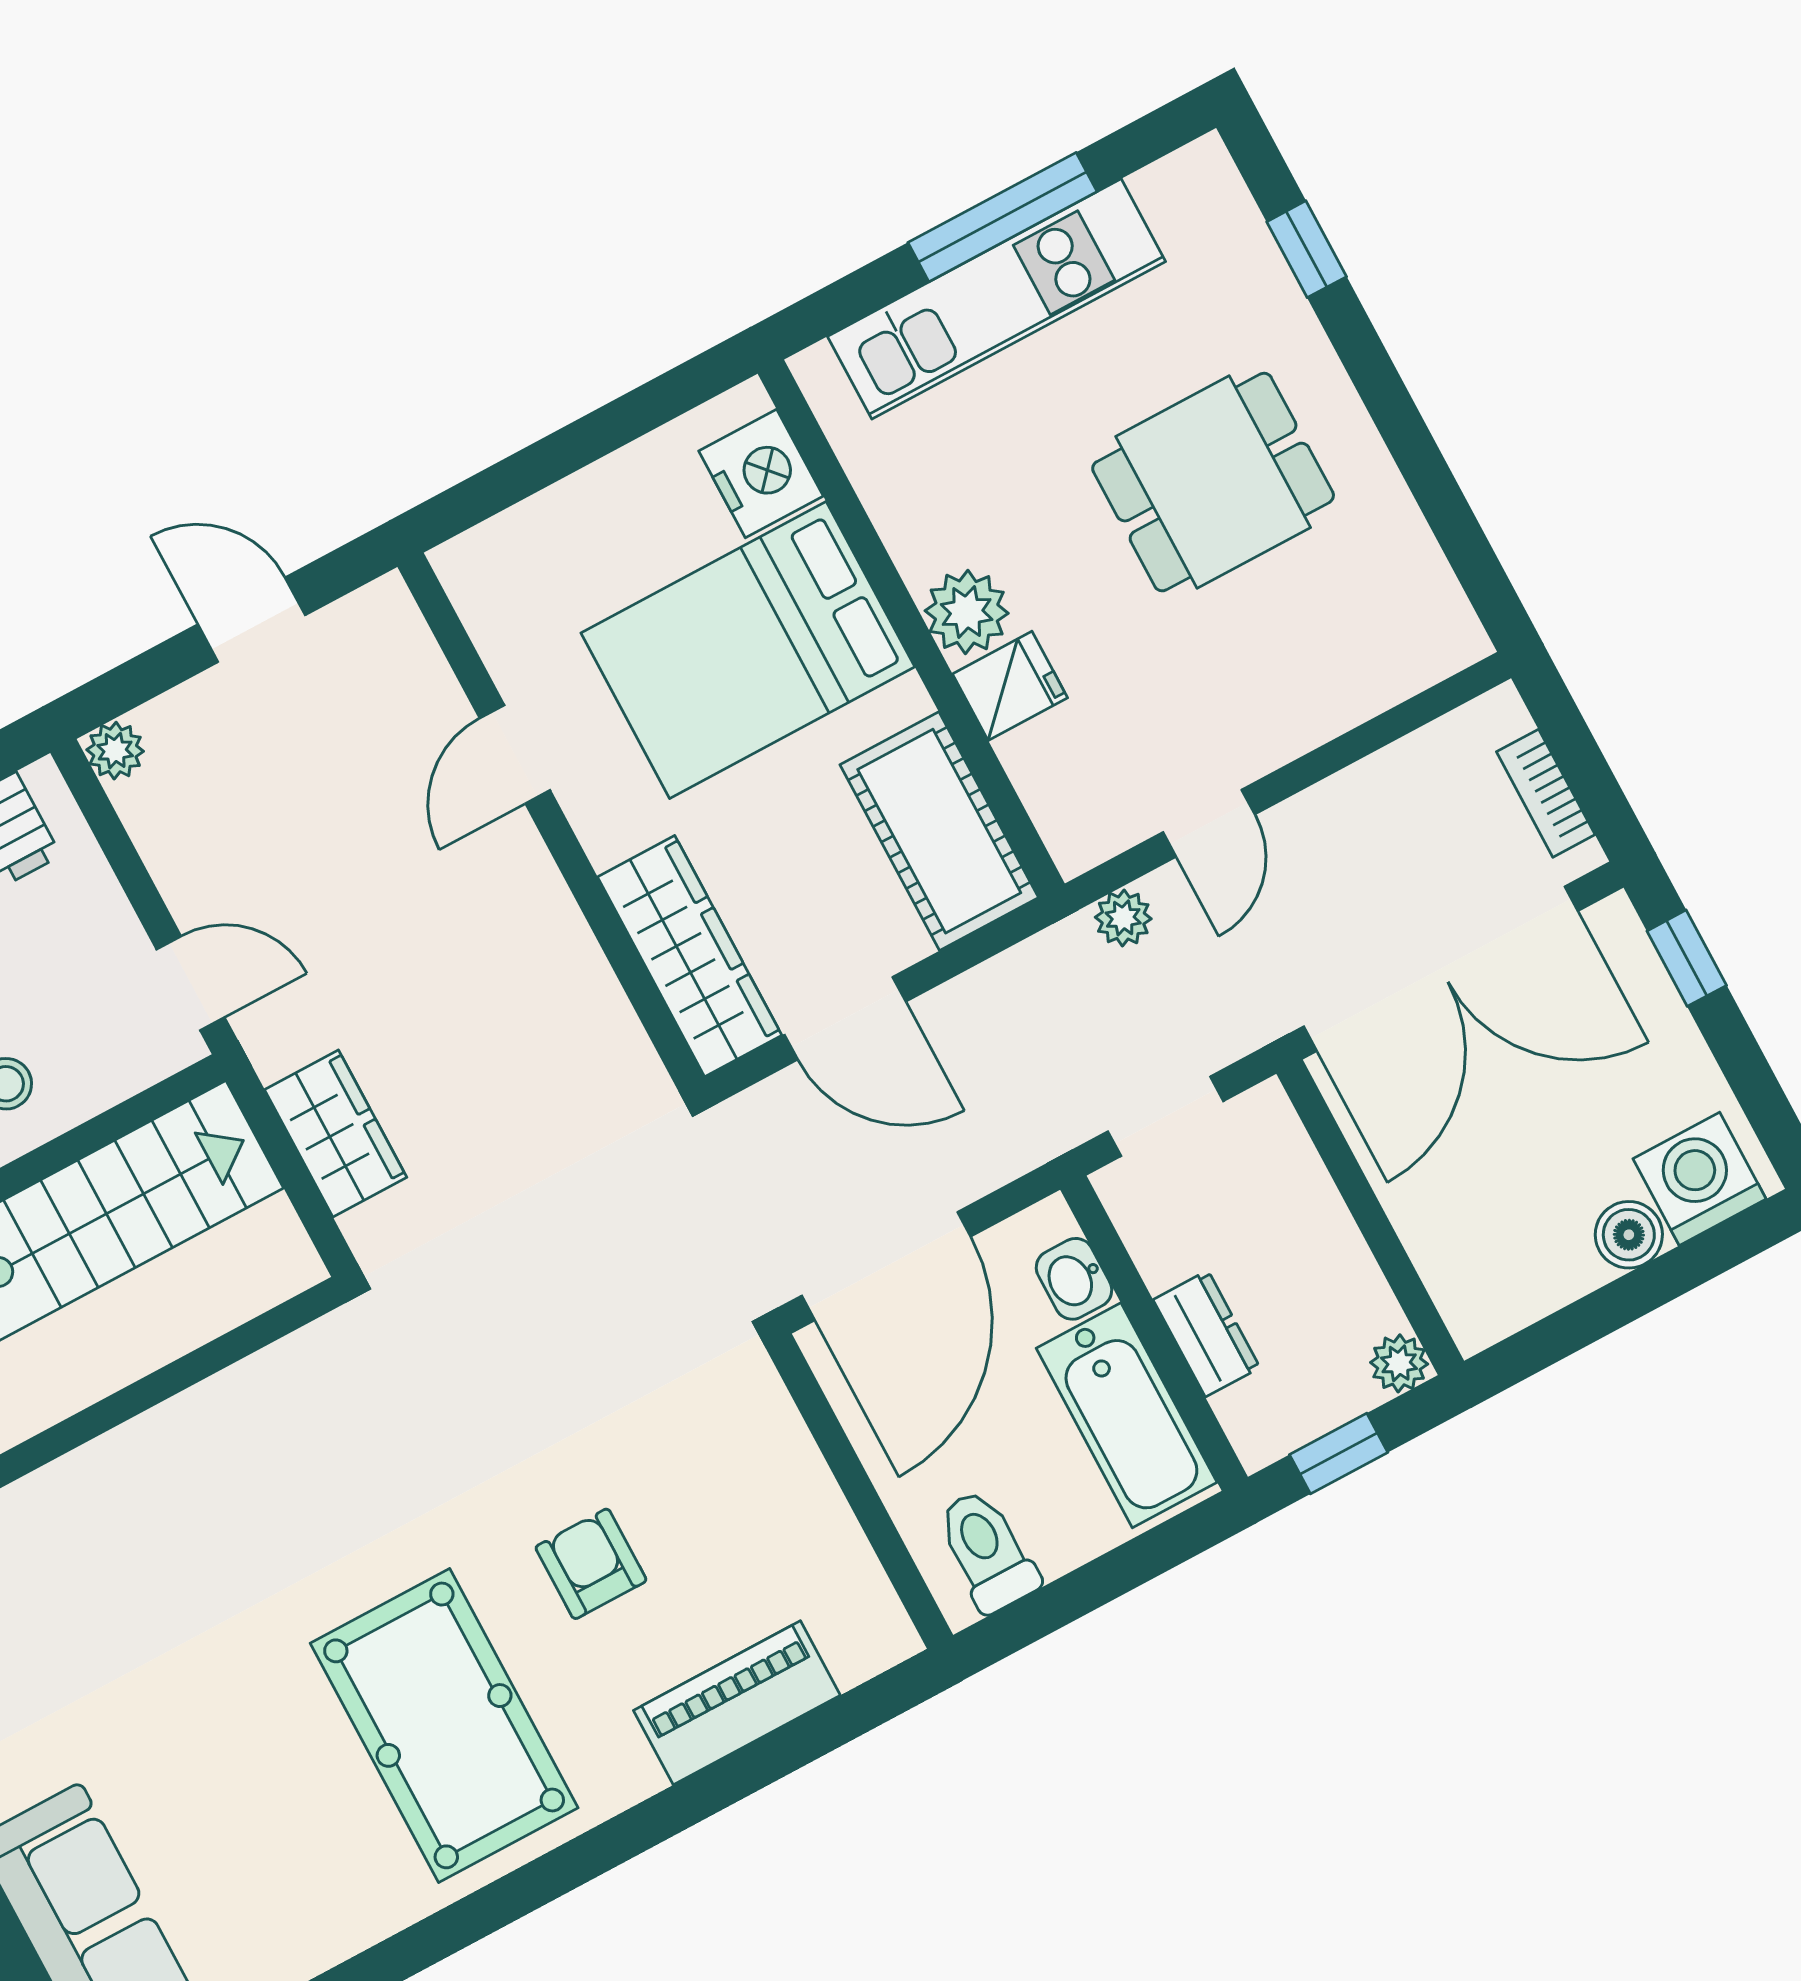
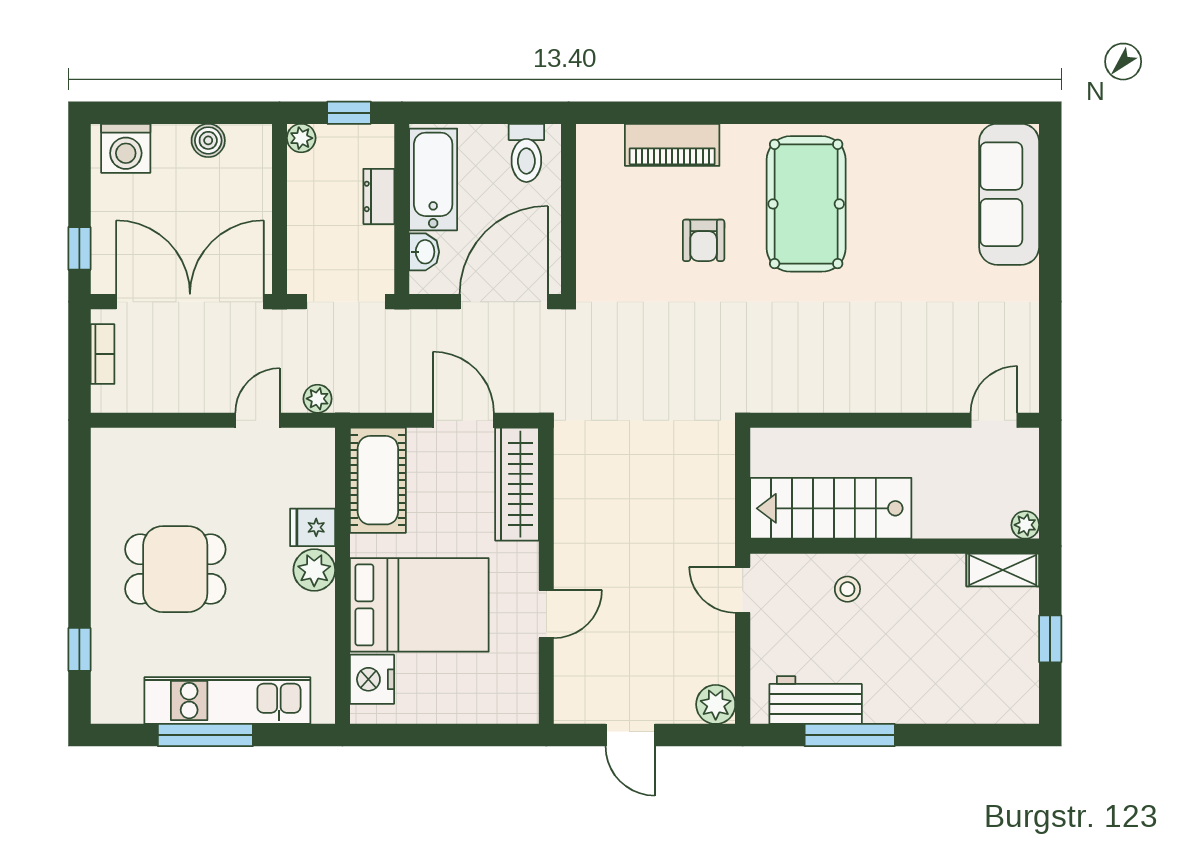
plant: (115, 751) -> (716, 704), width x1.38, depth x1.38
doorway: (1166, 1116) -> (346, 302), width x1.38
wardrobe: (336, 1134) -> (714, 490), removed
boiler: (1629, 1235) -> (208, 140), moved

